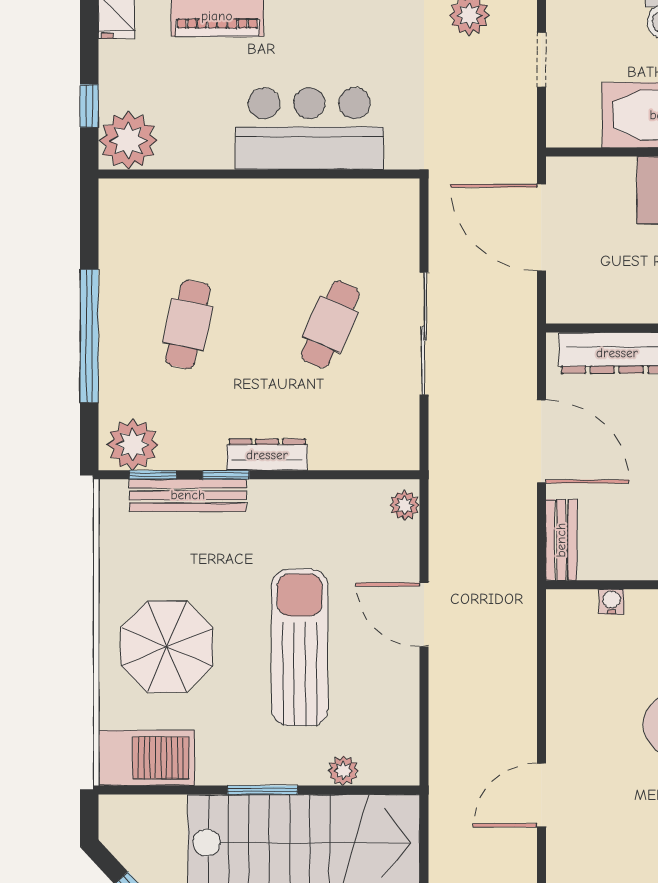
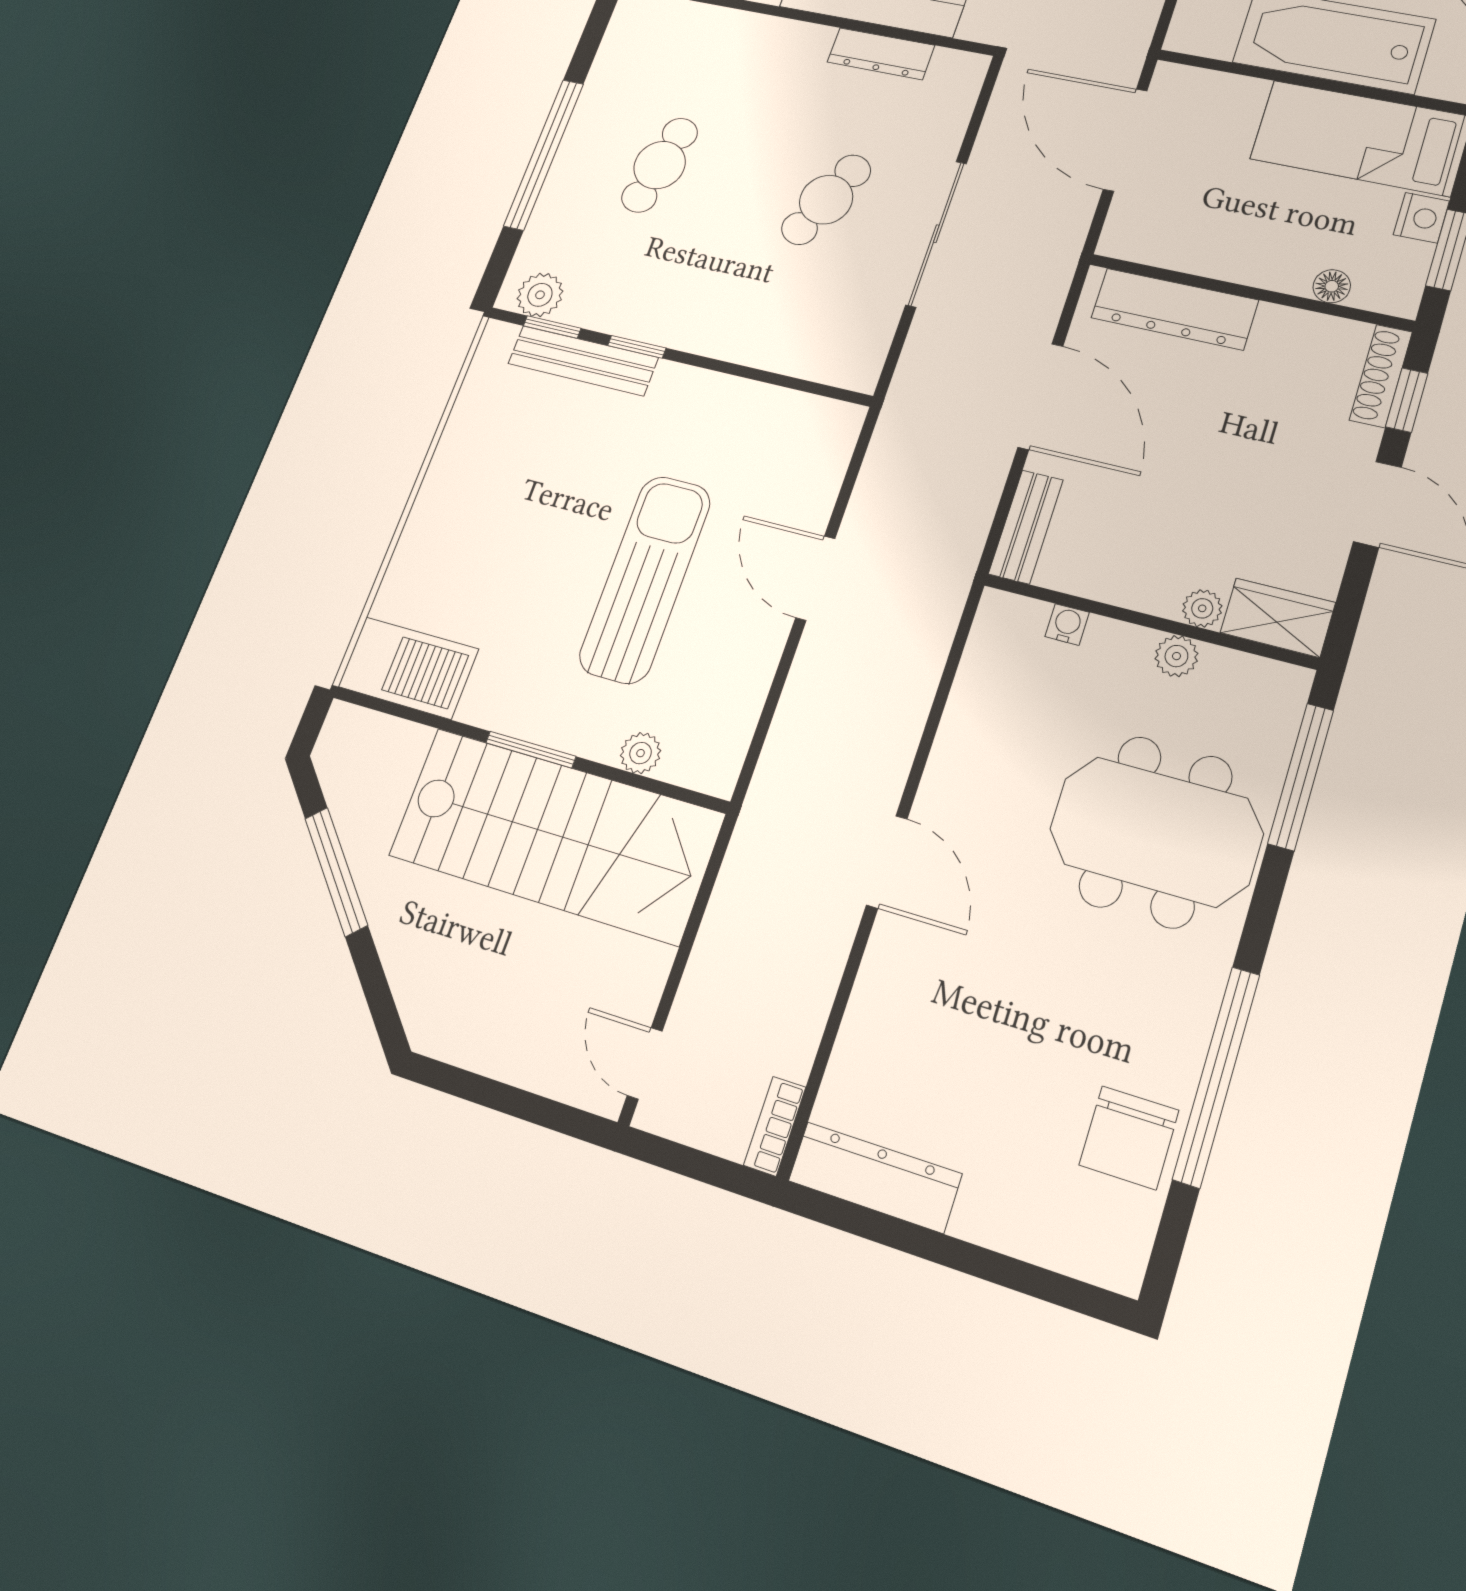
plant: (133, 445) -> (540, 295), width x0.73, depth x0.73
dresser: (267, 455) -> (881, 54), moved, turned 180
plant: (405, 505) -> (839, 434), removed
parasol: (167, 647) -> (487, 536), removed
door: (541, 795) -> (887, 862), swing flipped

